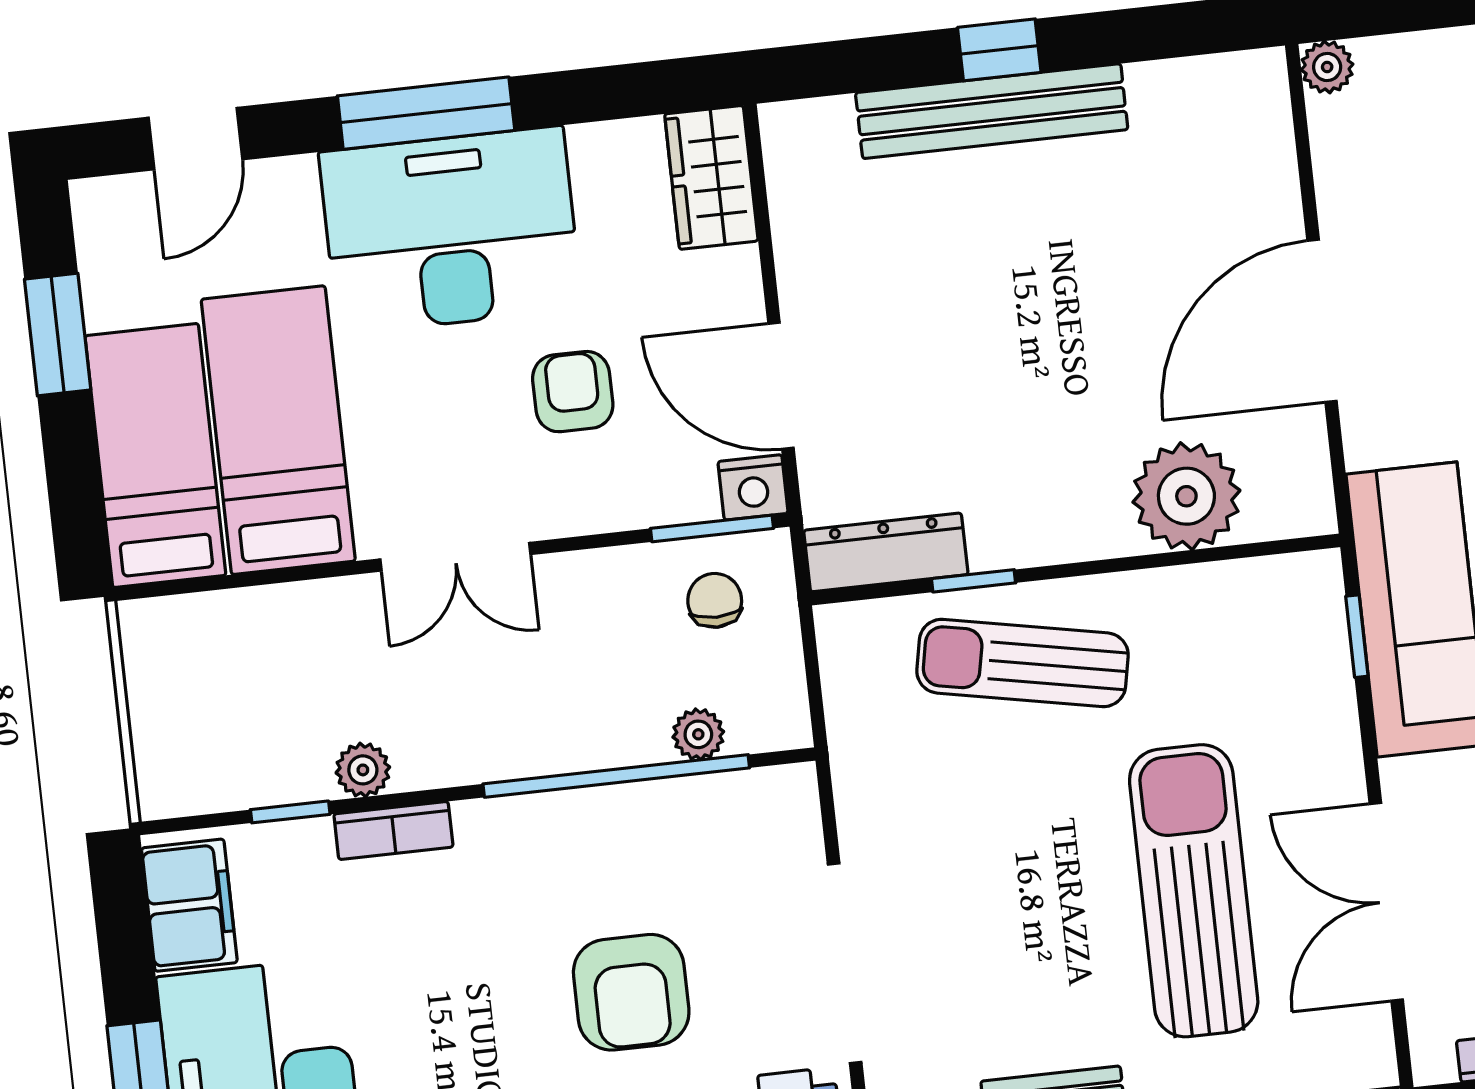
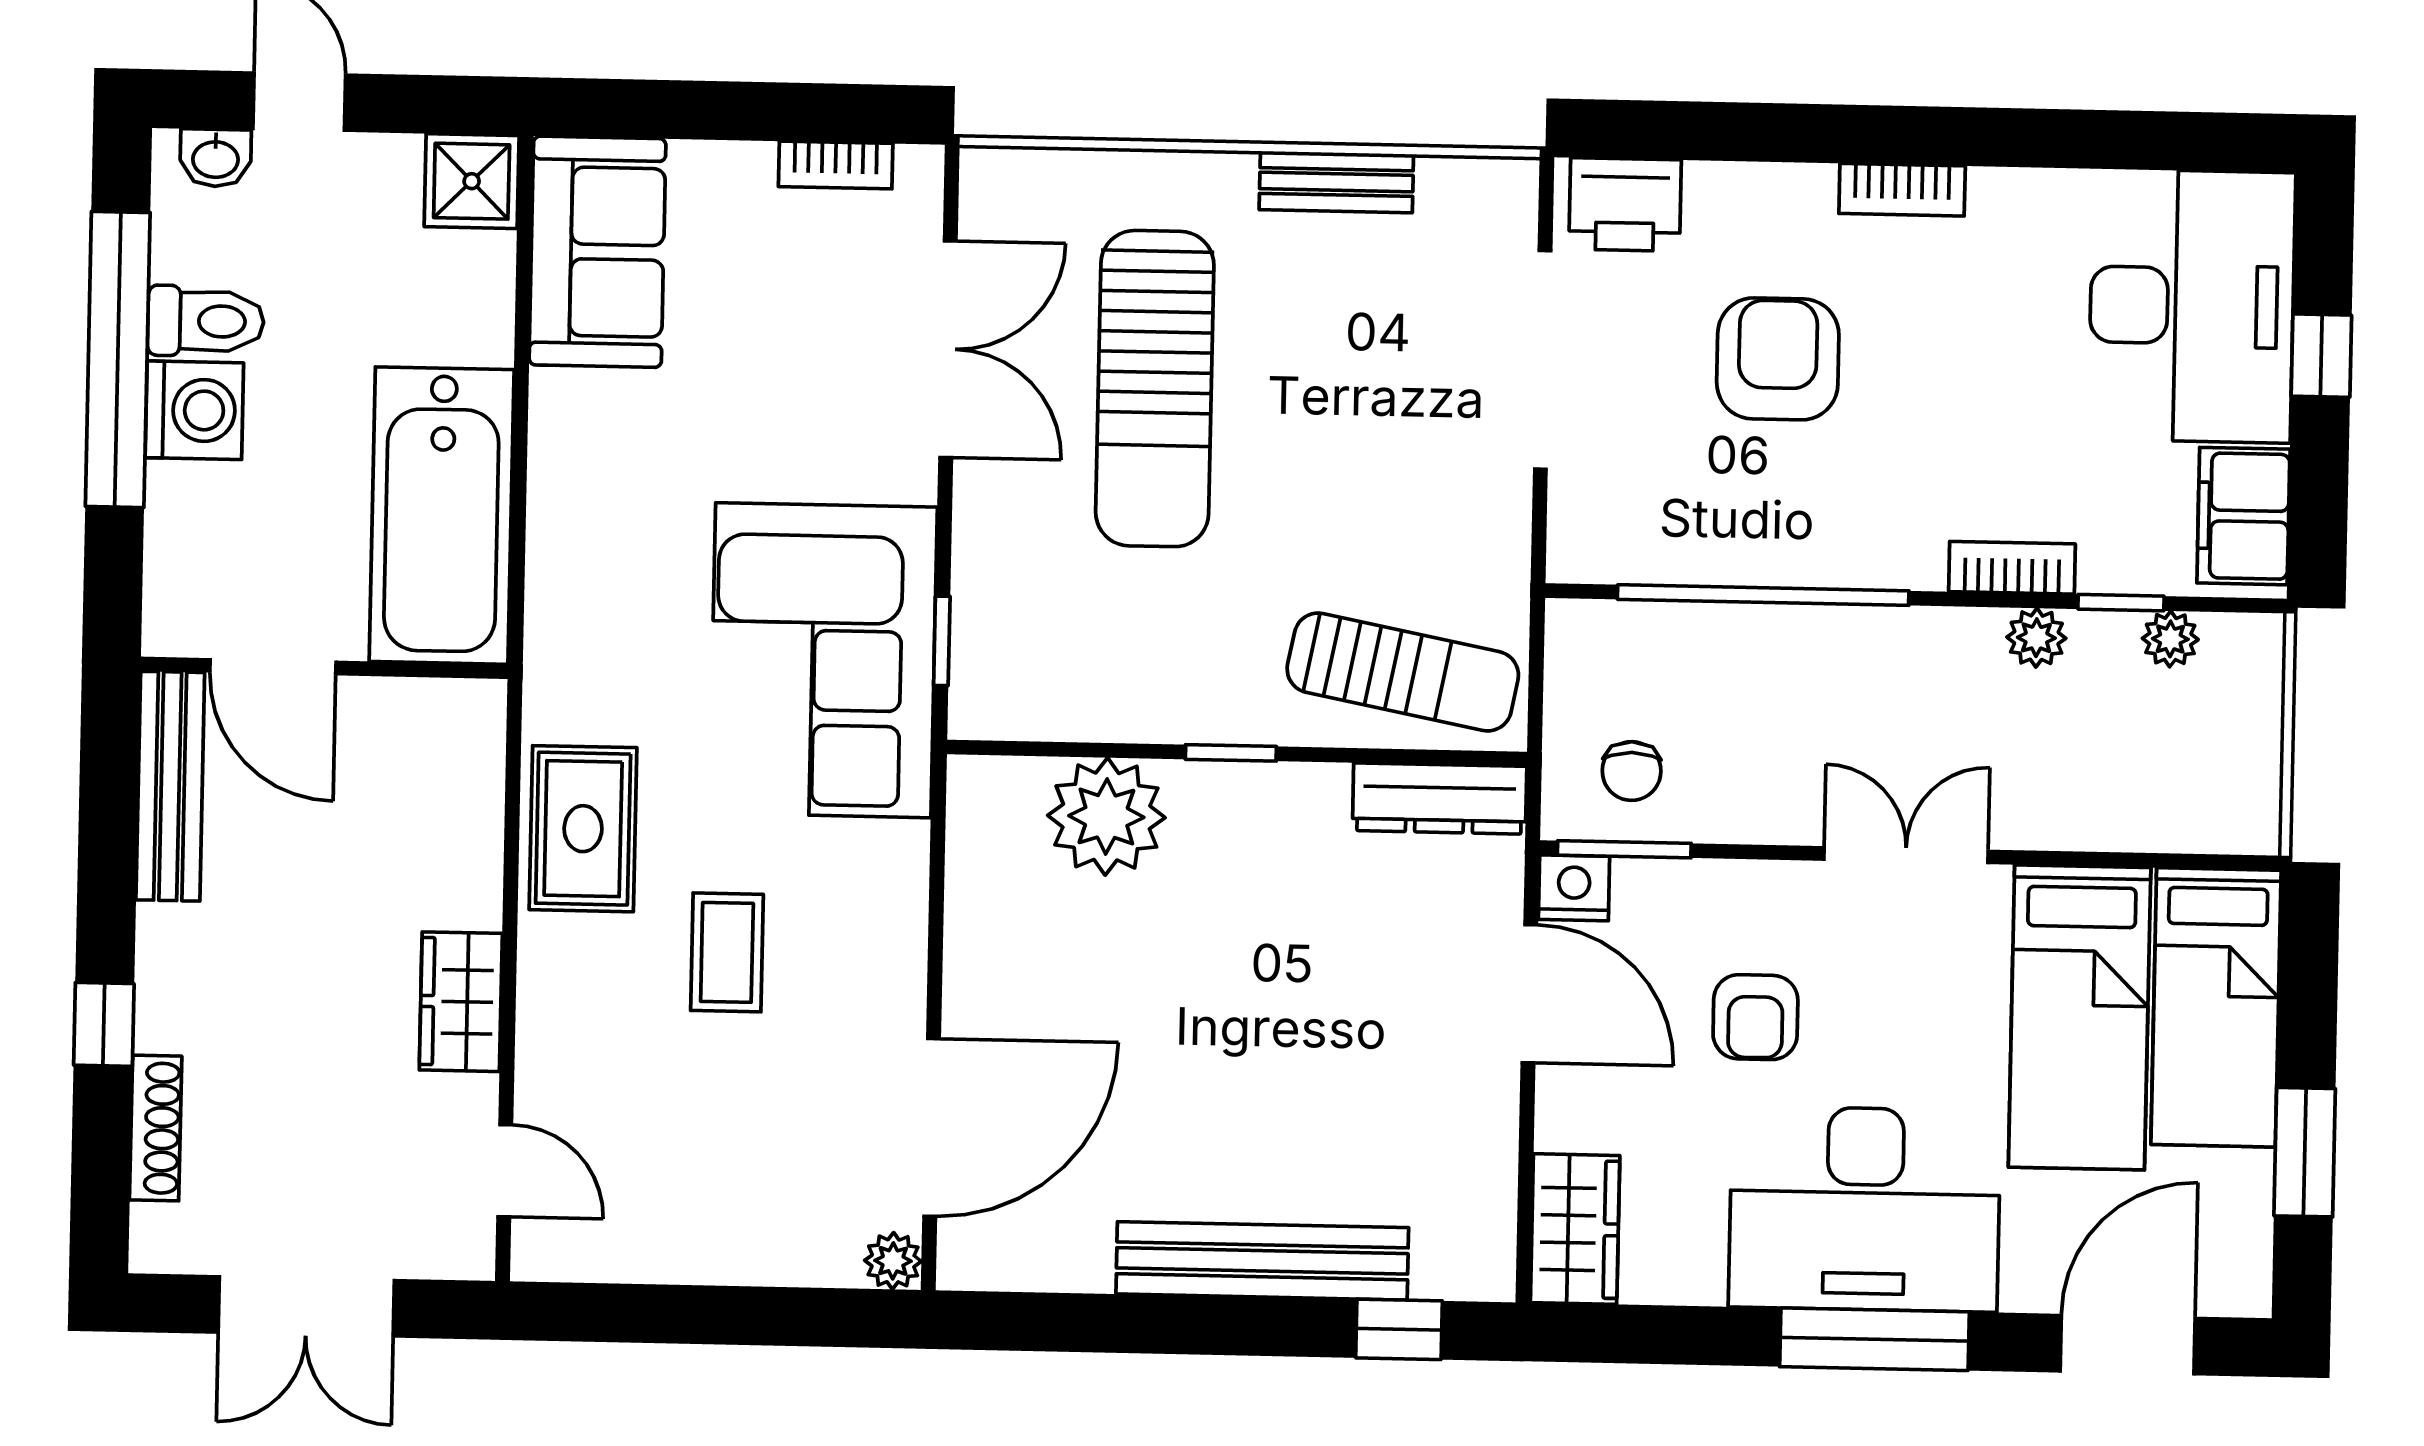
window: (999, 50) -> (1399, 1329), moved
door: (195, 139) -> (2128, 1345), width x1.38
door: (1322, 321) -> (932, 1127), moved
window: (974, 581) -> (1231, 753), moved
sun lounger: (1023, 663) -> (1403, 672), moved
plant: (698, 734) -> (2170, 639), moved

